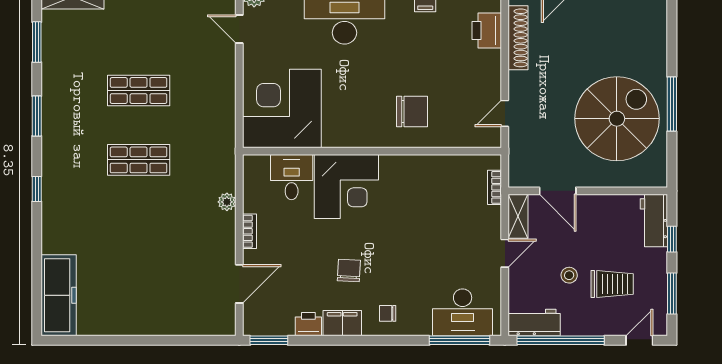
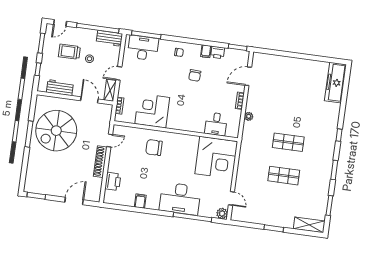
shoe rack: (518, 38) -> (100, 162), moved
corner desk: (346, 186) -> (152, 111), moved
workbench: (654, 221) -> (60, 88), moved, turned -90
filing cabinet: (342, 323) -> (206, 51), width x0.50

